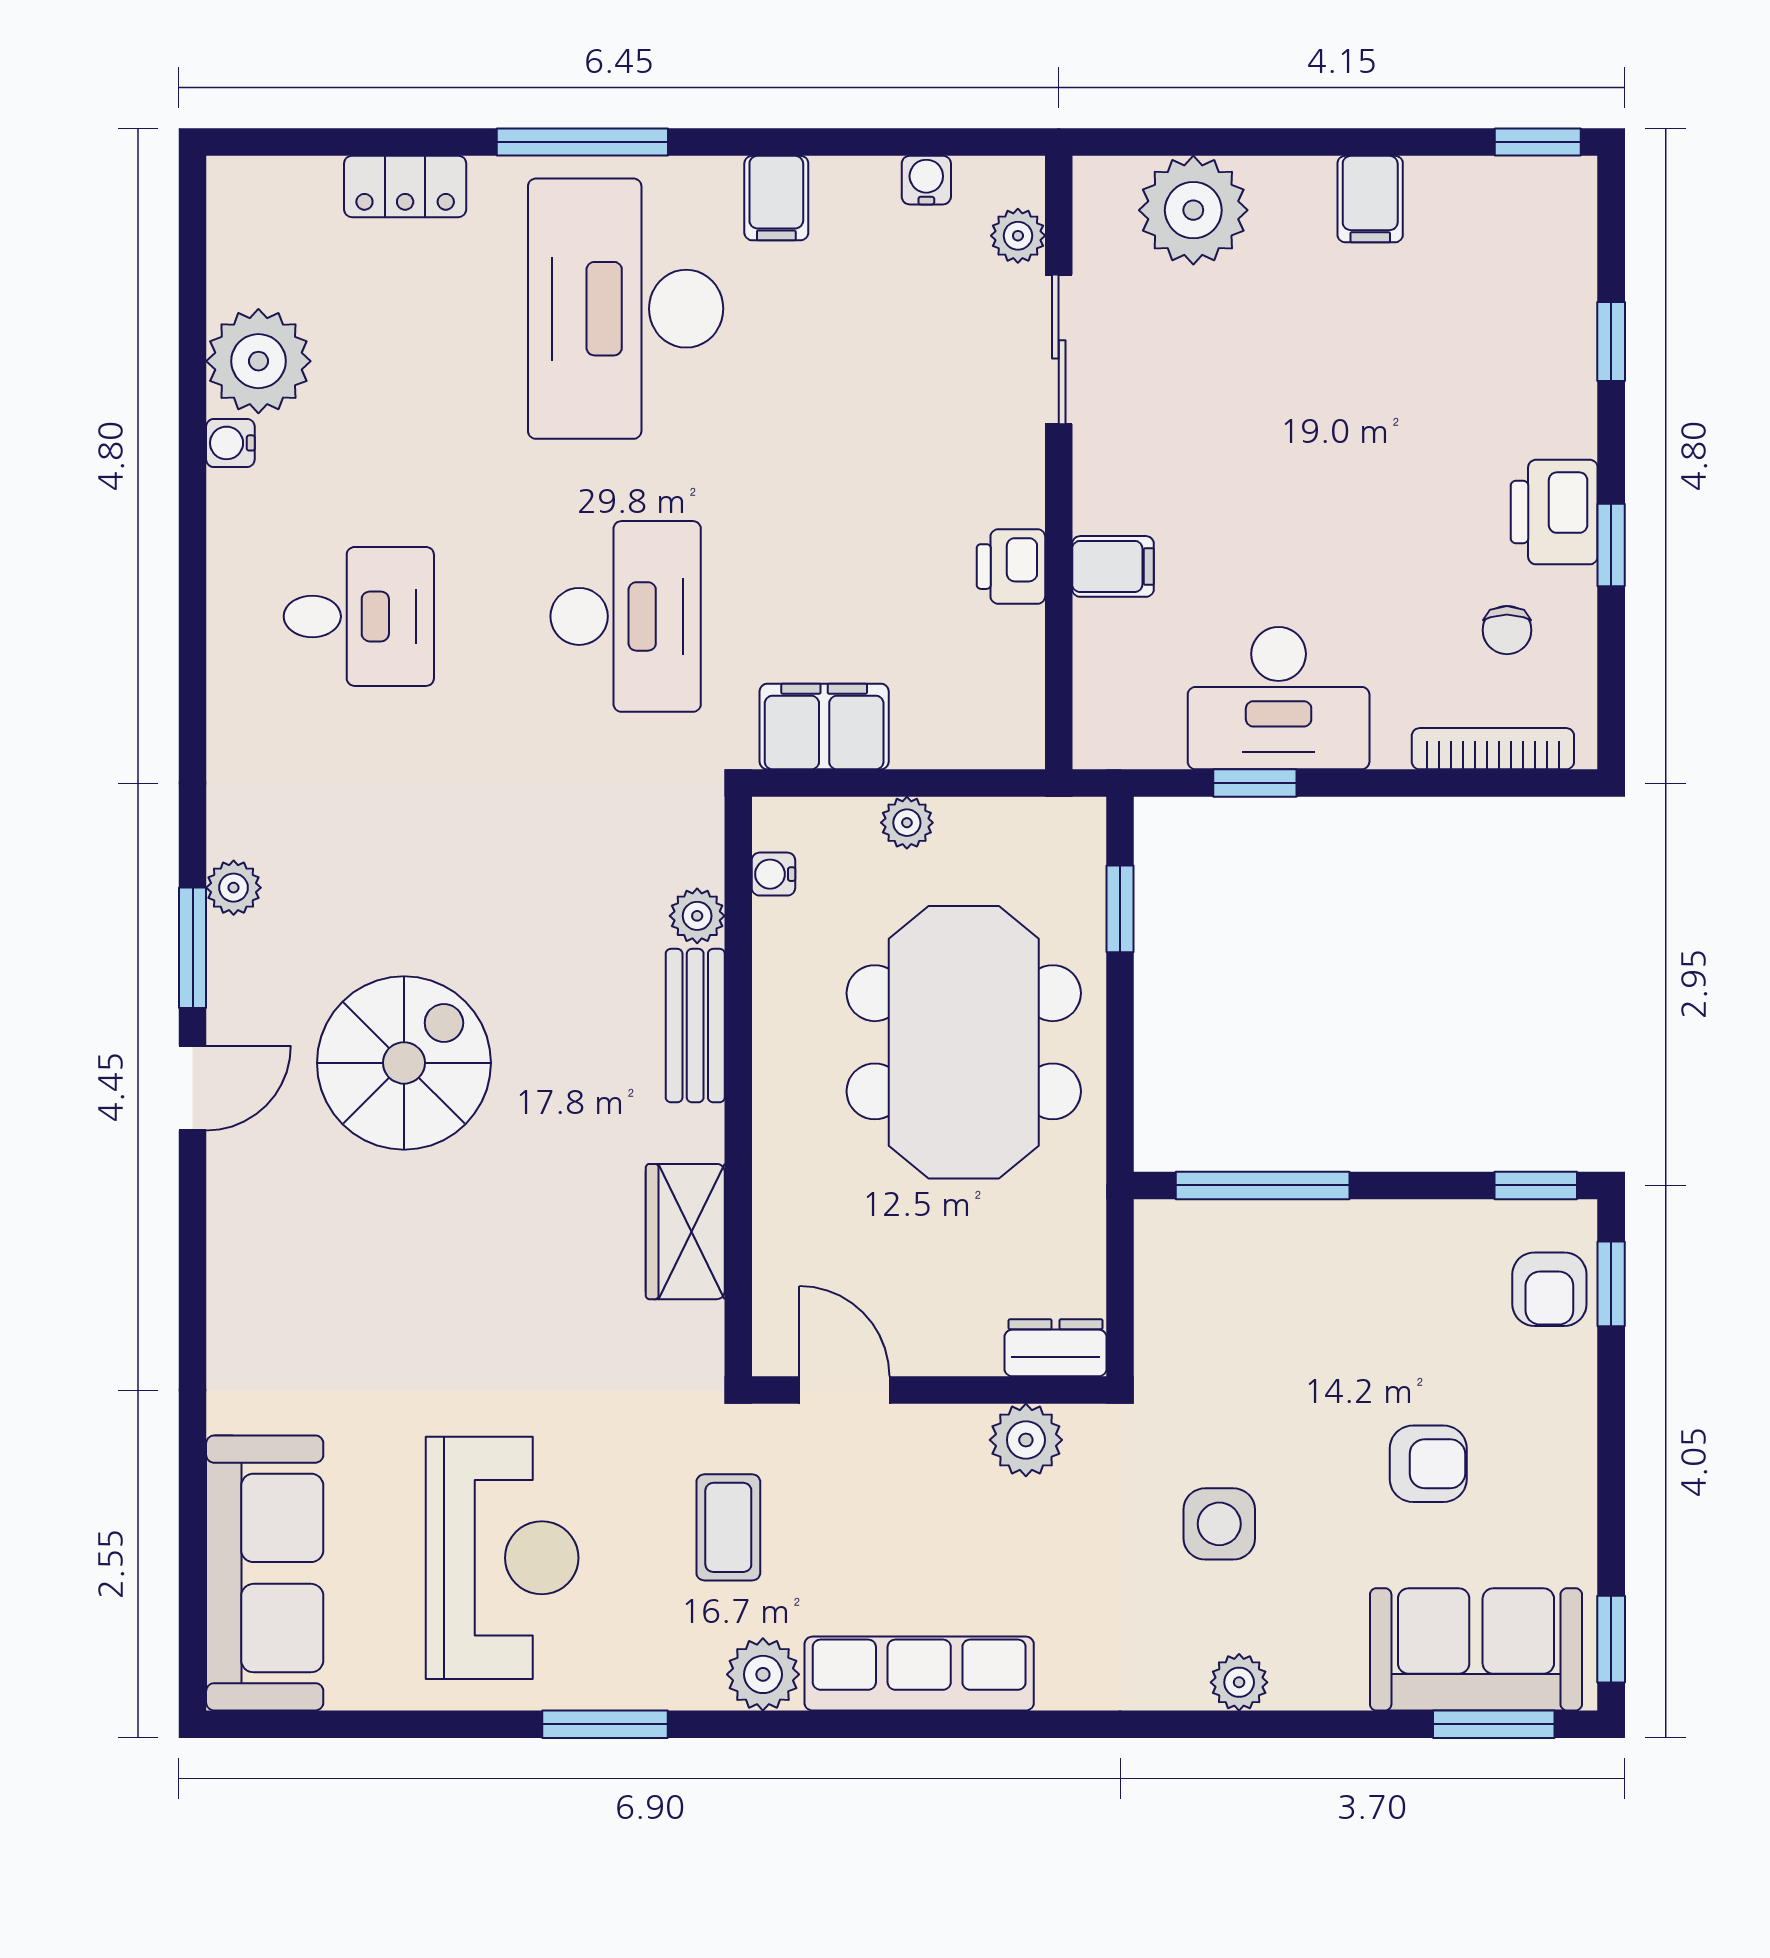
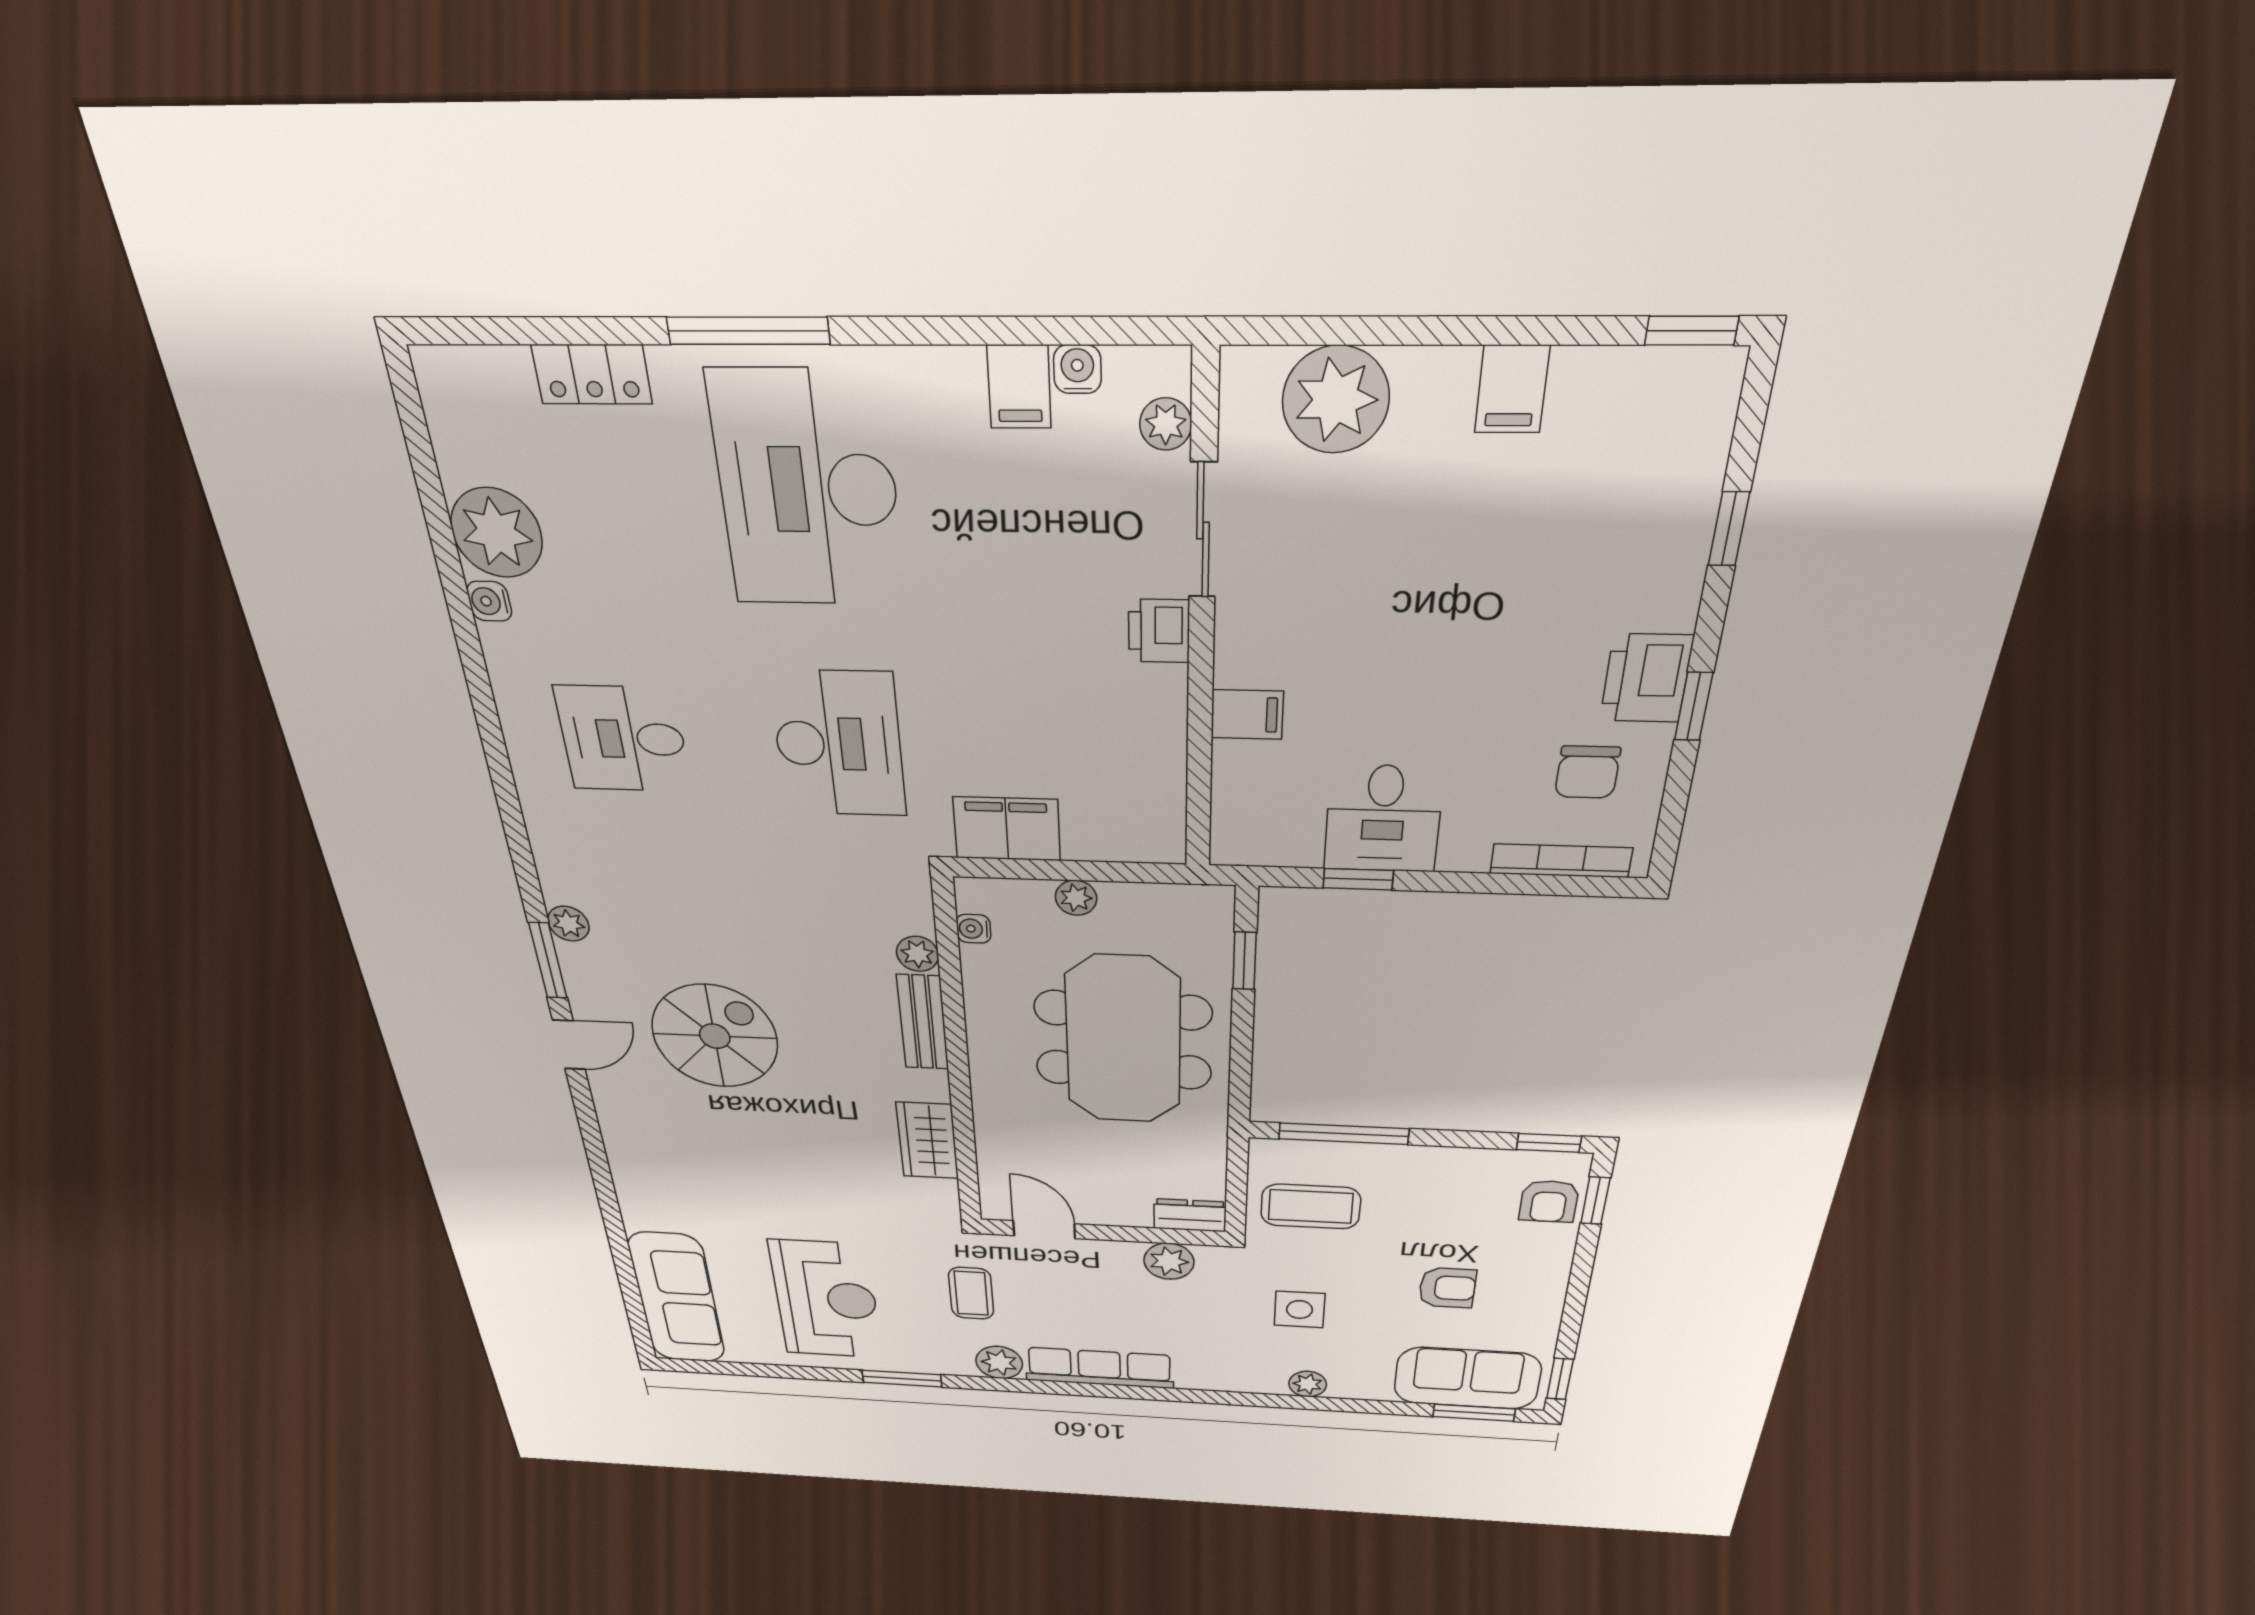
filing cabinet: (776, 198) -> (1019, 387), moved
printer: (1011, 567) -> (1159, 631), moved
desk: (359, 616) -> (623, 739), turned 180
chair: (1507, 630) -> (1587, 772), width x1.37, depth x1.37
desk: (1279, 698) -> (1383, 819), width x0.73
coffee table: (1225, 1320) -> (1311, 1207), added

